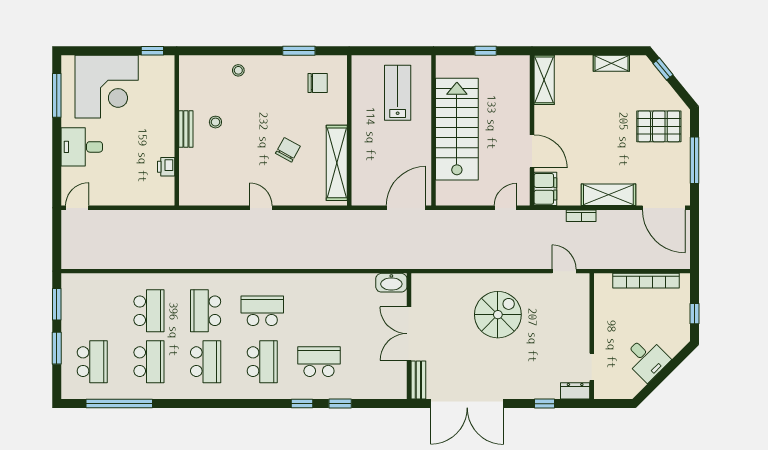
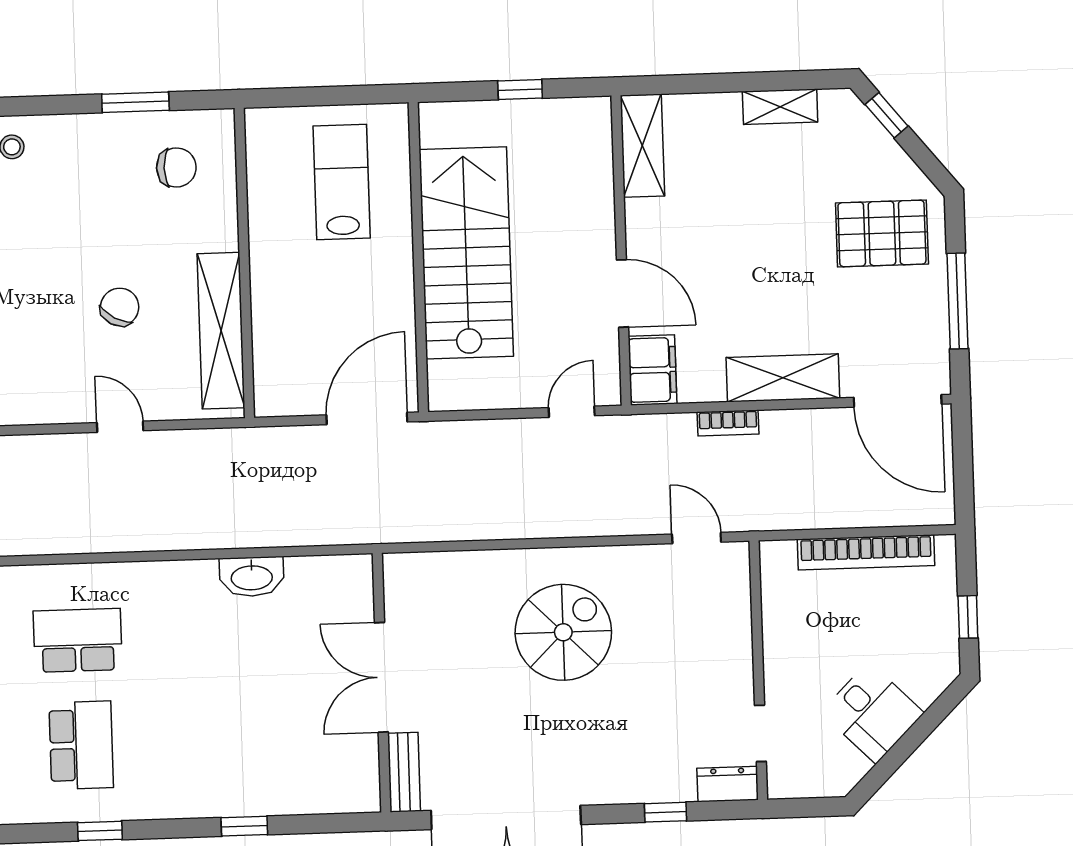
door: (261, 208) -> (120, 427), moved
washbasin: (391, 283) -> (252, 577), moved
school desk: (319, 362) -> (198, 741), removed
window: (302, 404) -> (100, 831), moved

